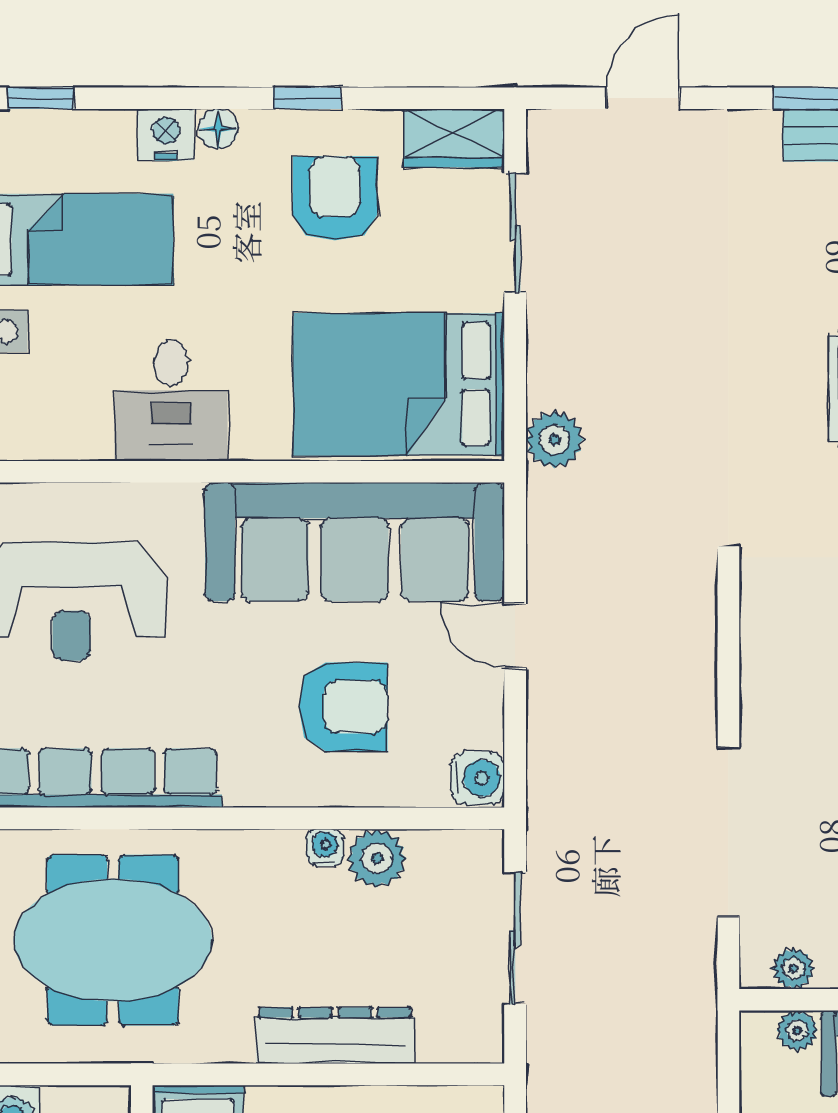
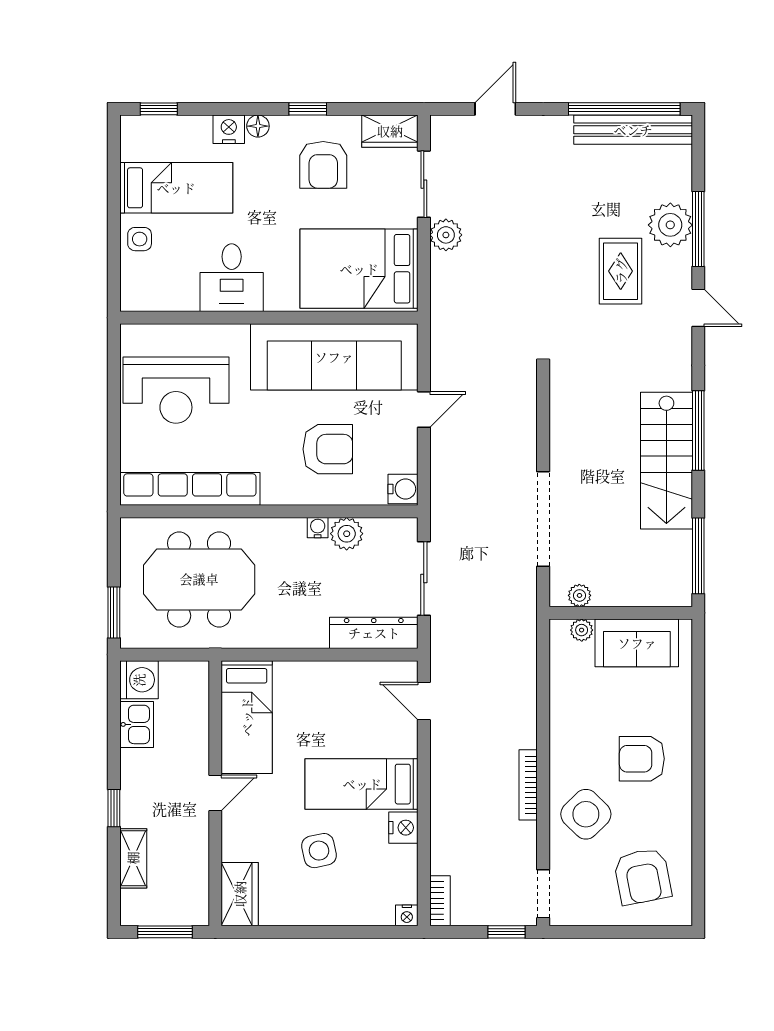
armchair: (335, 198) -> (323, 165), turned 180
plant: (554, 440) -> (446, 235), moved
door: (515, 636) -> (424, 409), swing flipped
dresser: (335, 1036) -> (374, 633), moved

